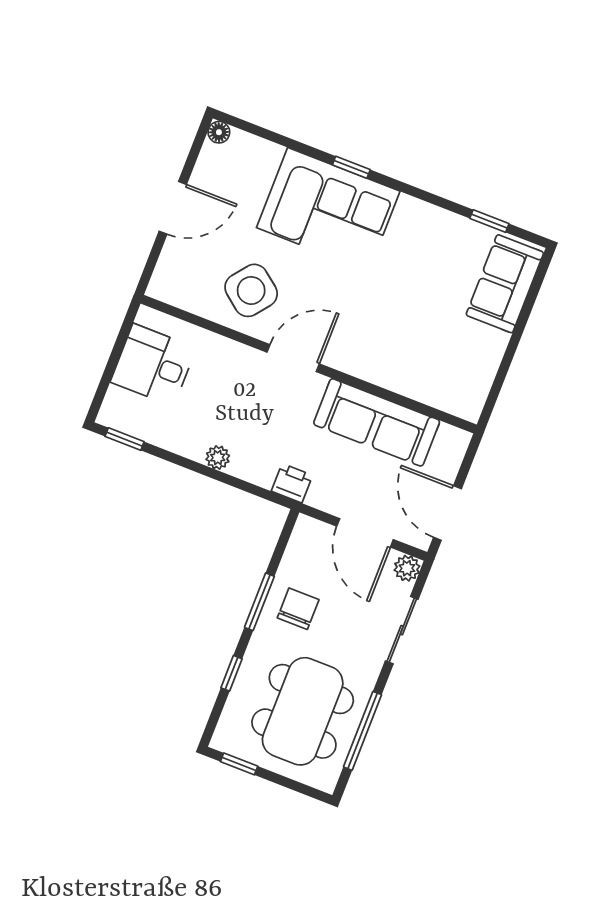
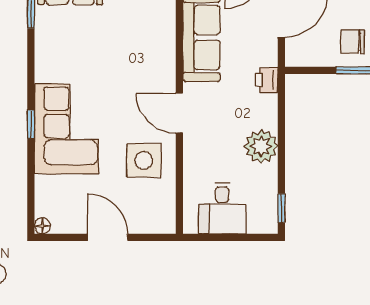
side table: (251, 290) -> (144, 161), turned -38
plant: (218, 458) -> (261, 146), width x1.87, depth x1.87

